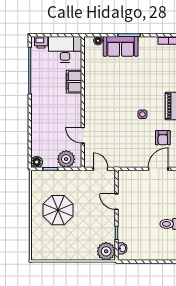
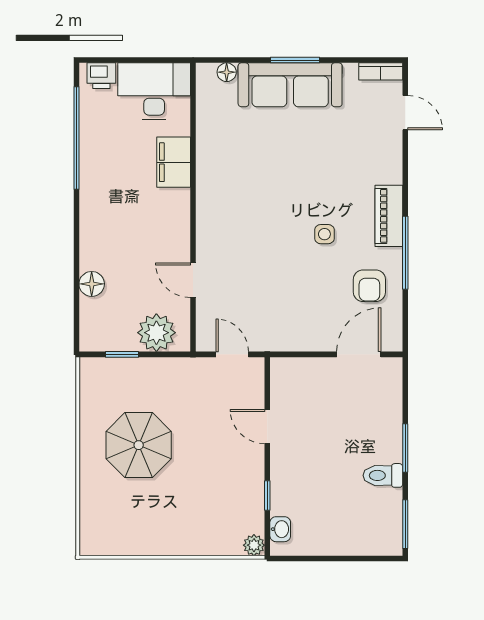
sofa: (121, 46) -> (290, 85), width x1.36
floor lamp: (37, 162) -> (92, 284), moved
plant: (106, 251) -> (254, 545), width x0.53, depth x0.53

